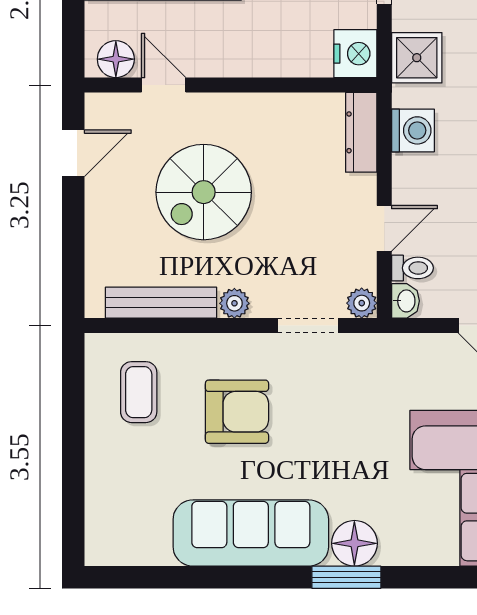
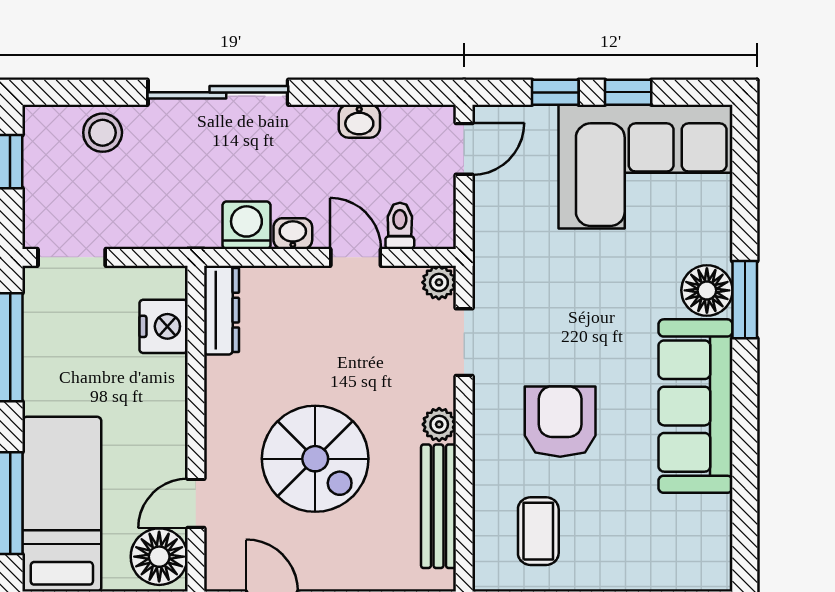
nightstand: (355, 54) -> (164, 326), moved, turned 90
shower: (417, 58) -> (165, 221), removed
floor lamp: (116, 59) -> (159, 557), width x1.38, depth x1.38
dresser: (361, 132) -> (221, 310), moved, turned -90
washbasin: (406, 301) -> (293, 234), moved
coffee table: (139, 392) -> (538, 531), turned 90

